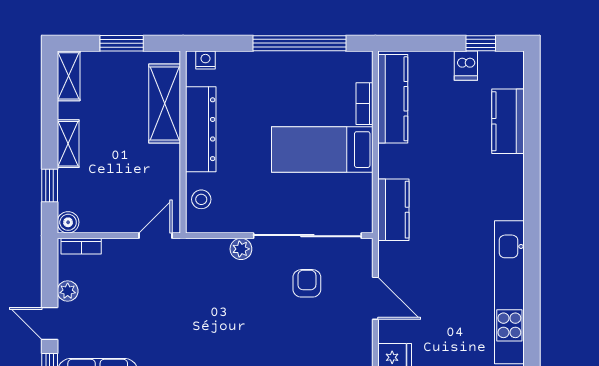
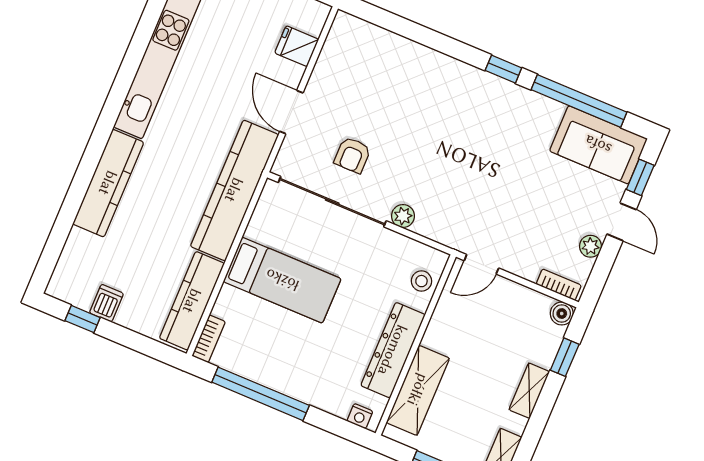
bookcase: (364, 104) -> (209, 339), moved
kitchen counter: (508, 121) -> (108, 183), moved, width x1.50
kitchen counter: (393, 210) -> (234, 190), width x2.08, depth x1.17

